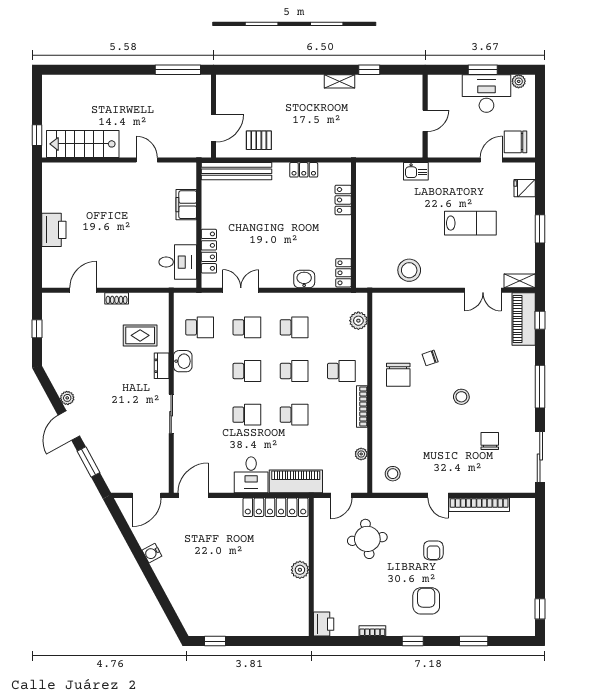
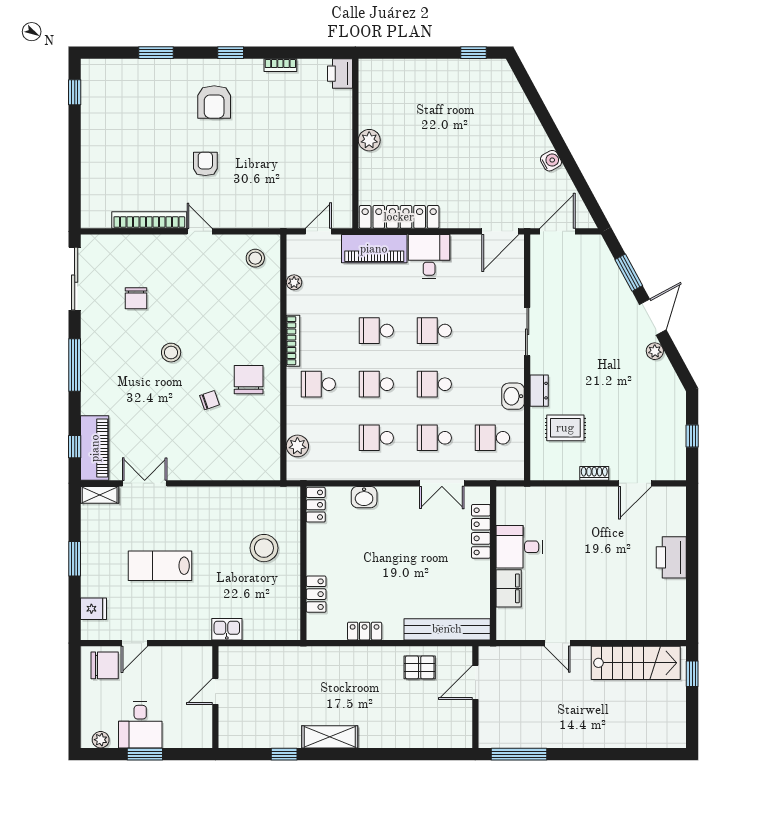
shelving: (340, 81) -> (330, 737), width x1.50, depth x1.33
desk: (486, 94) -> (140, 725), width x0.73
desk: (178, 262) -> (519, 547), moved
stool: (409, 270) -> (264, 548), moved
round table: (367, 539) -> (286, 178), removed

